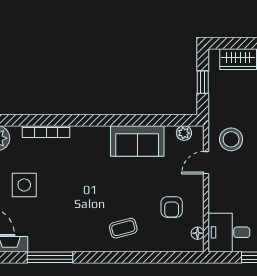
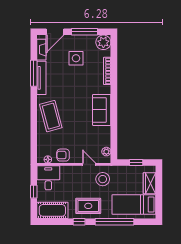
sofa: (137, 141) -> (102, 110), moved
armchair: (172, 207) -> (63, 155), moved
coffee table: (123, 228) -> (51, 116), width x1.86, depth x1.72
tv unit: (58, 244) -> (41, 78), added

